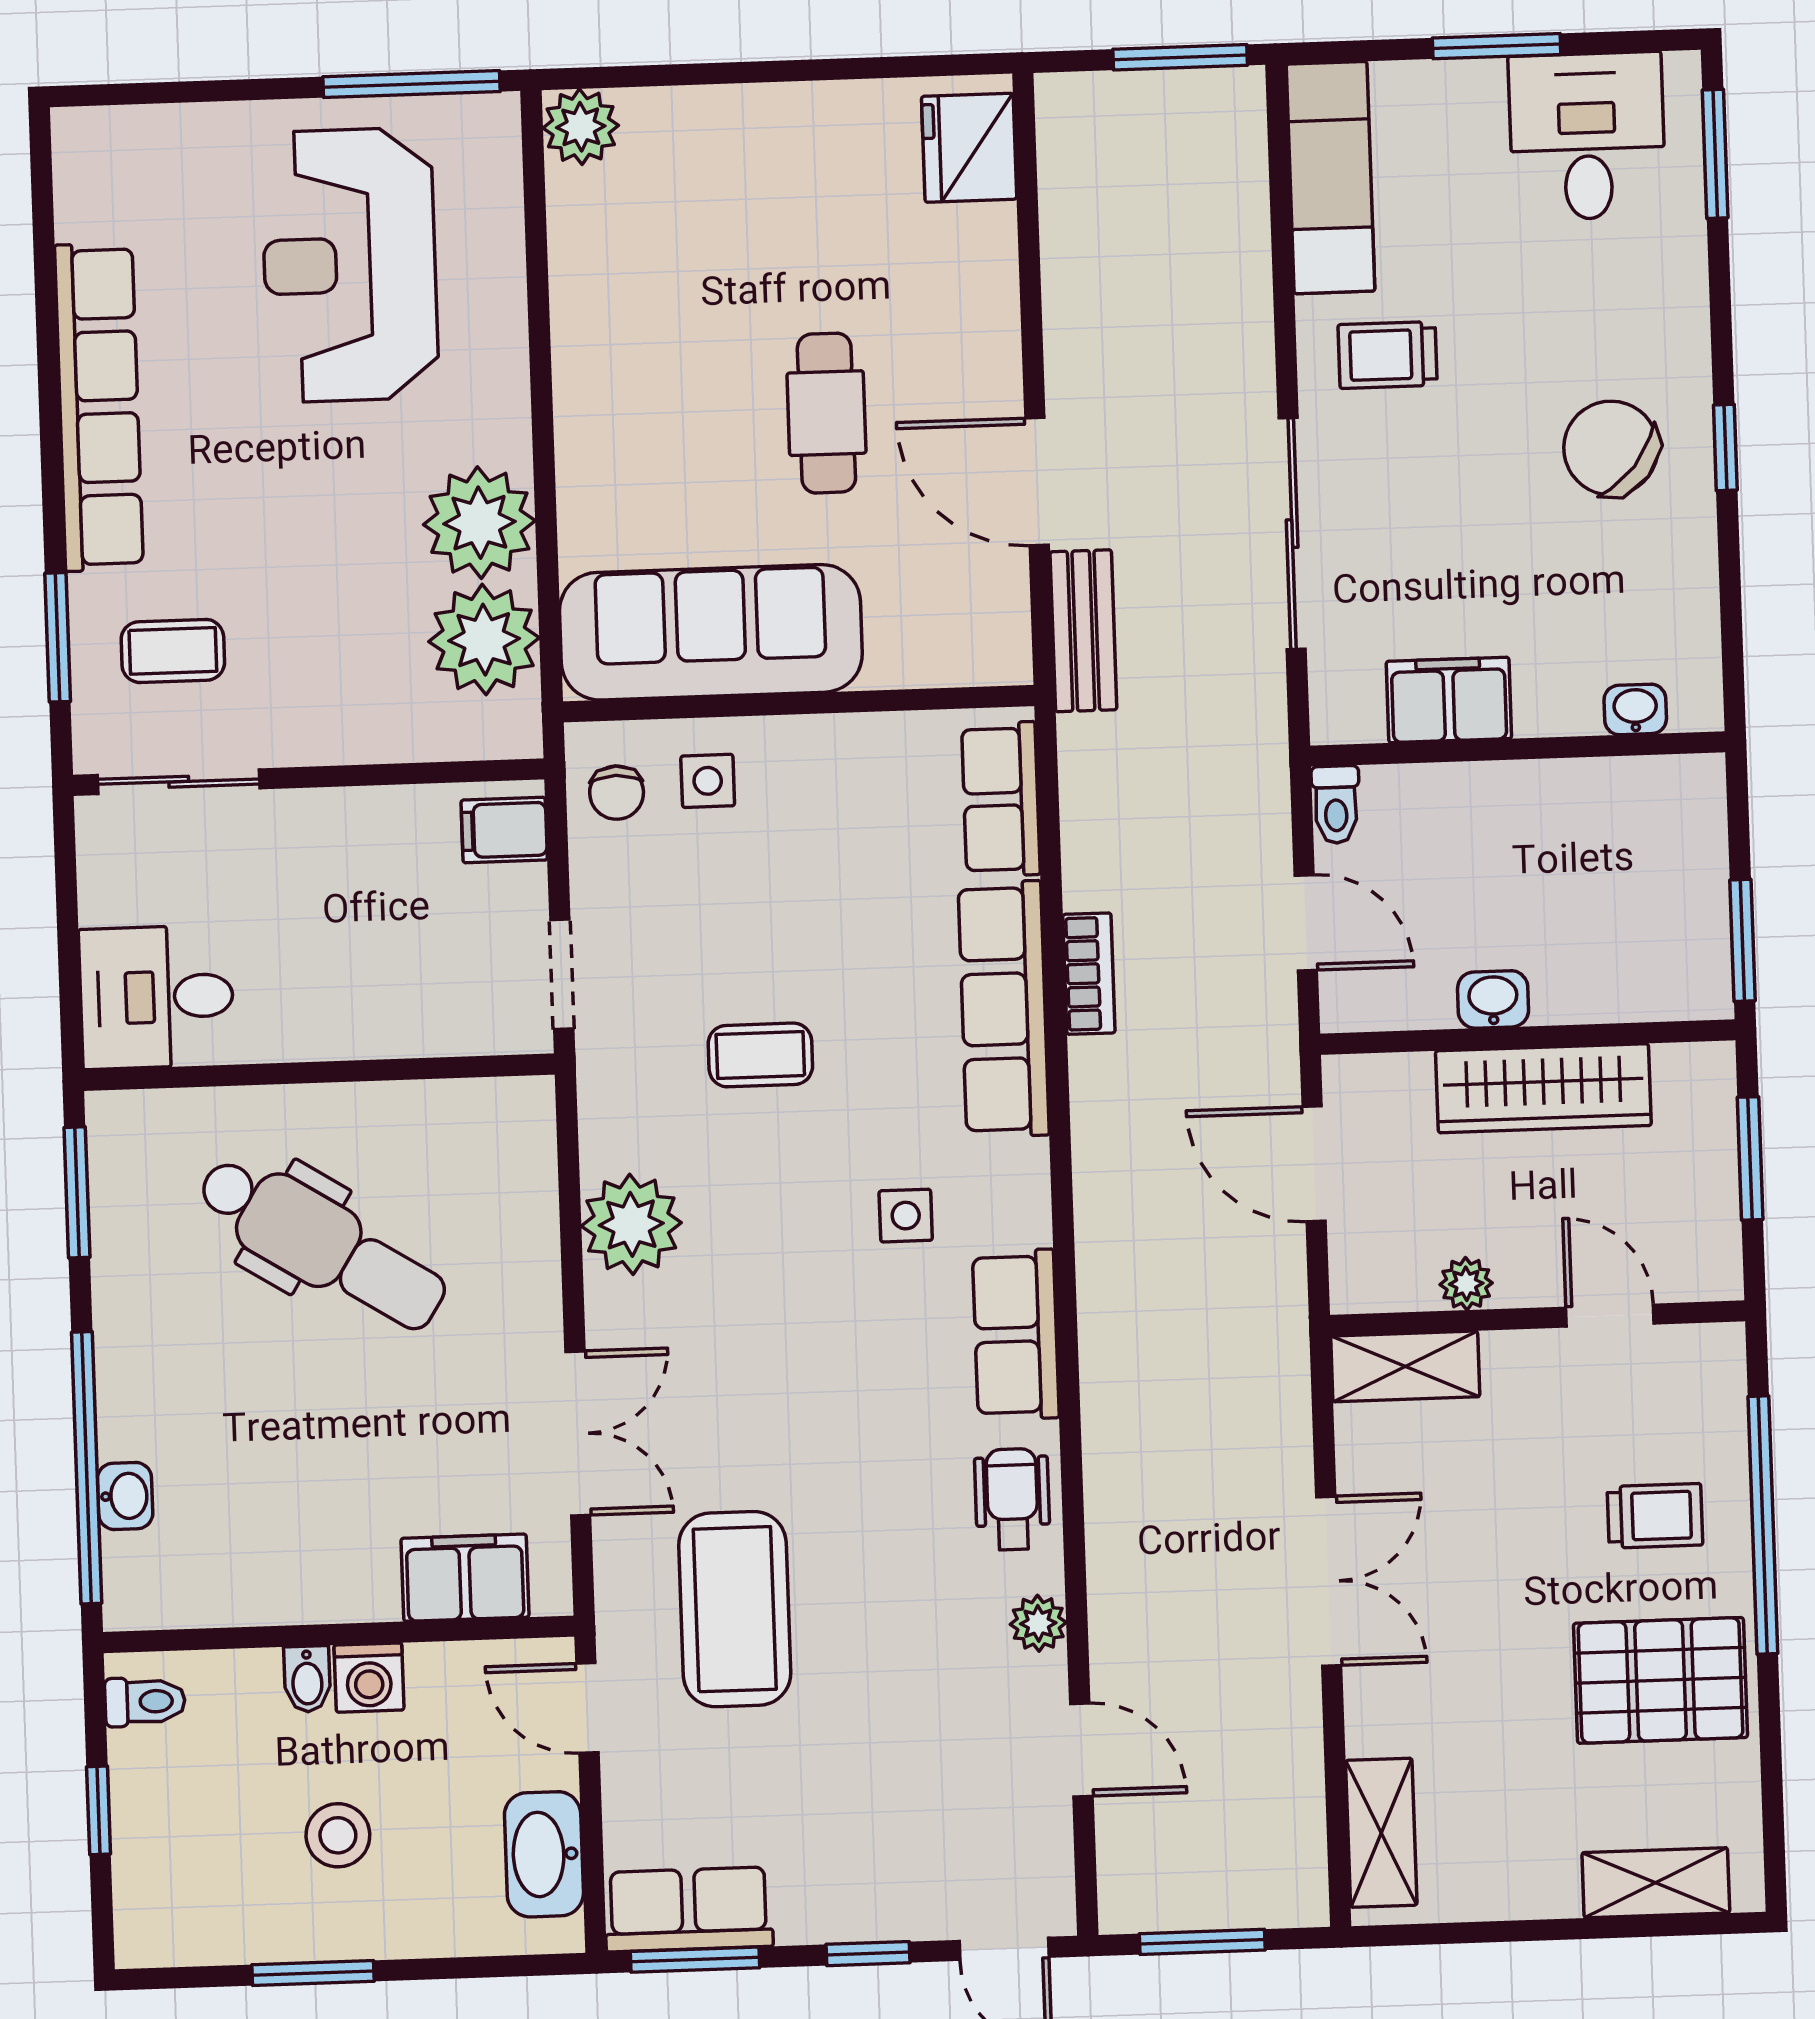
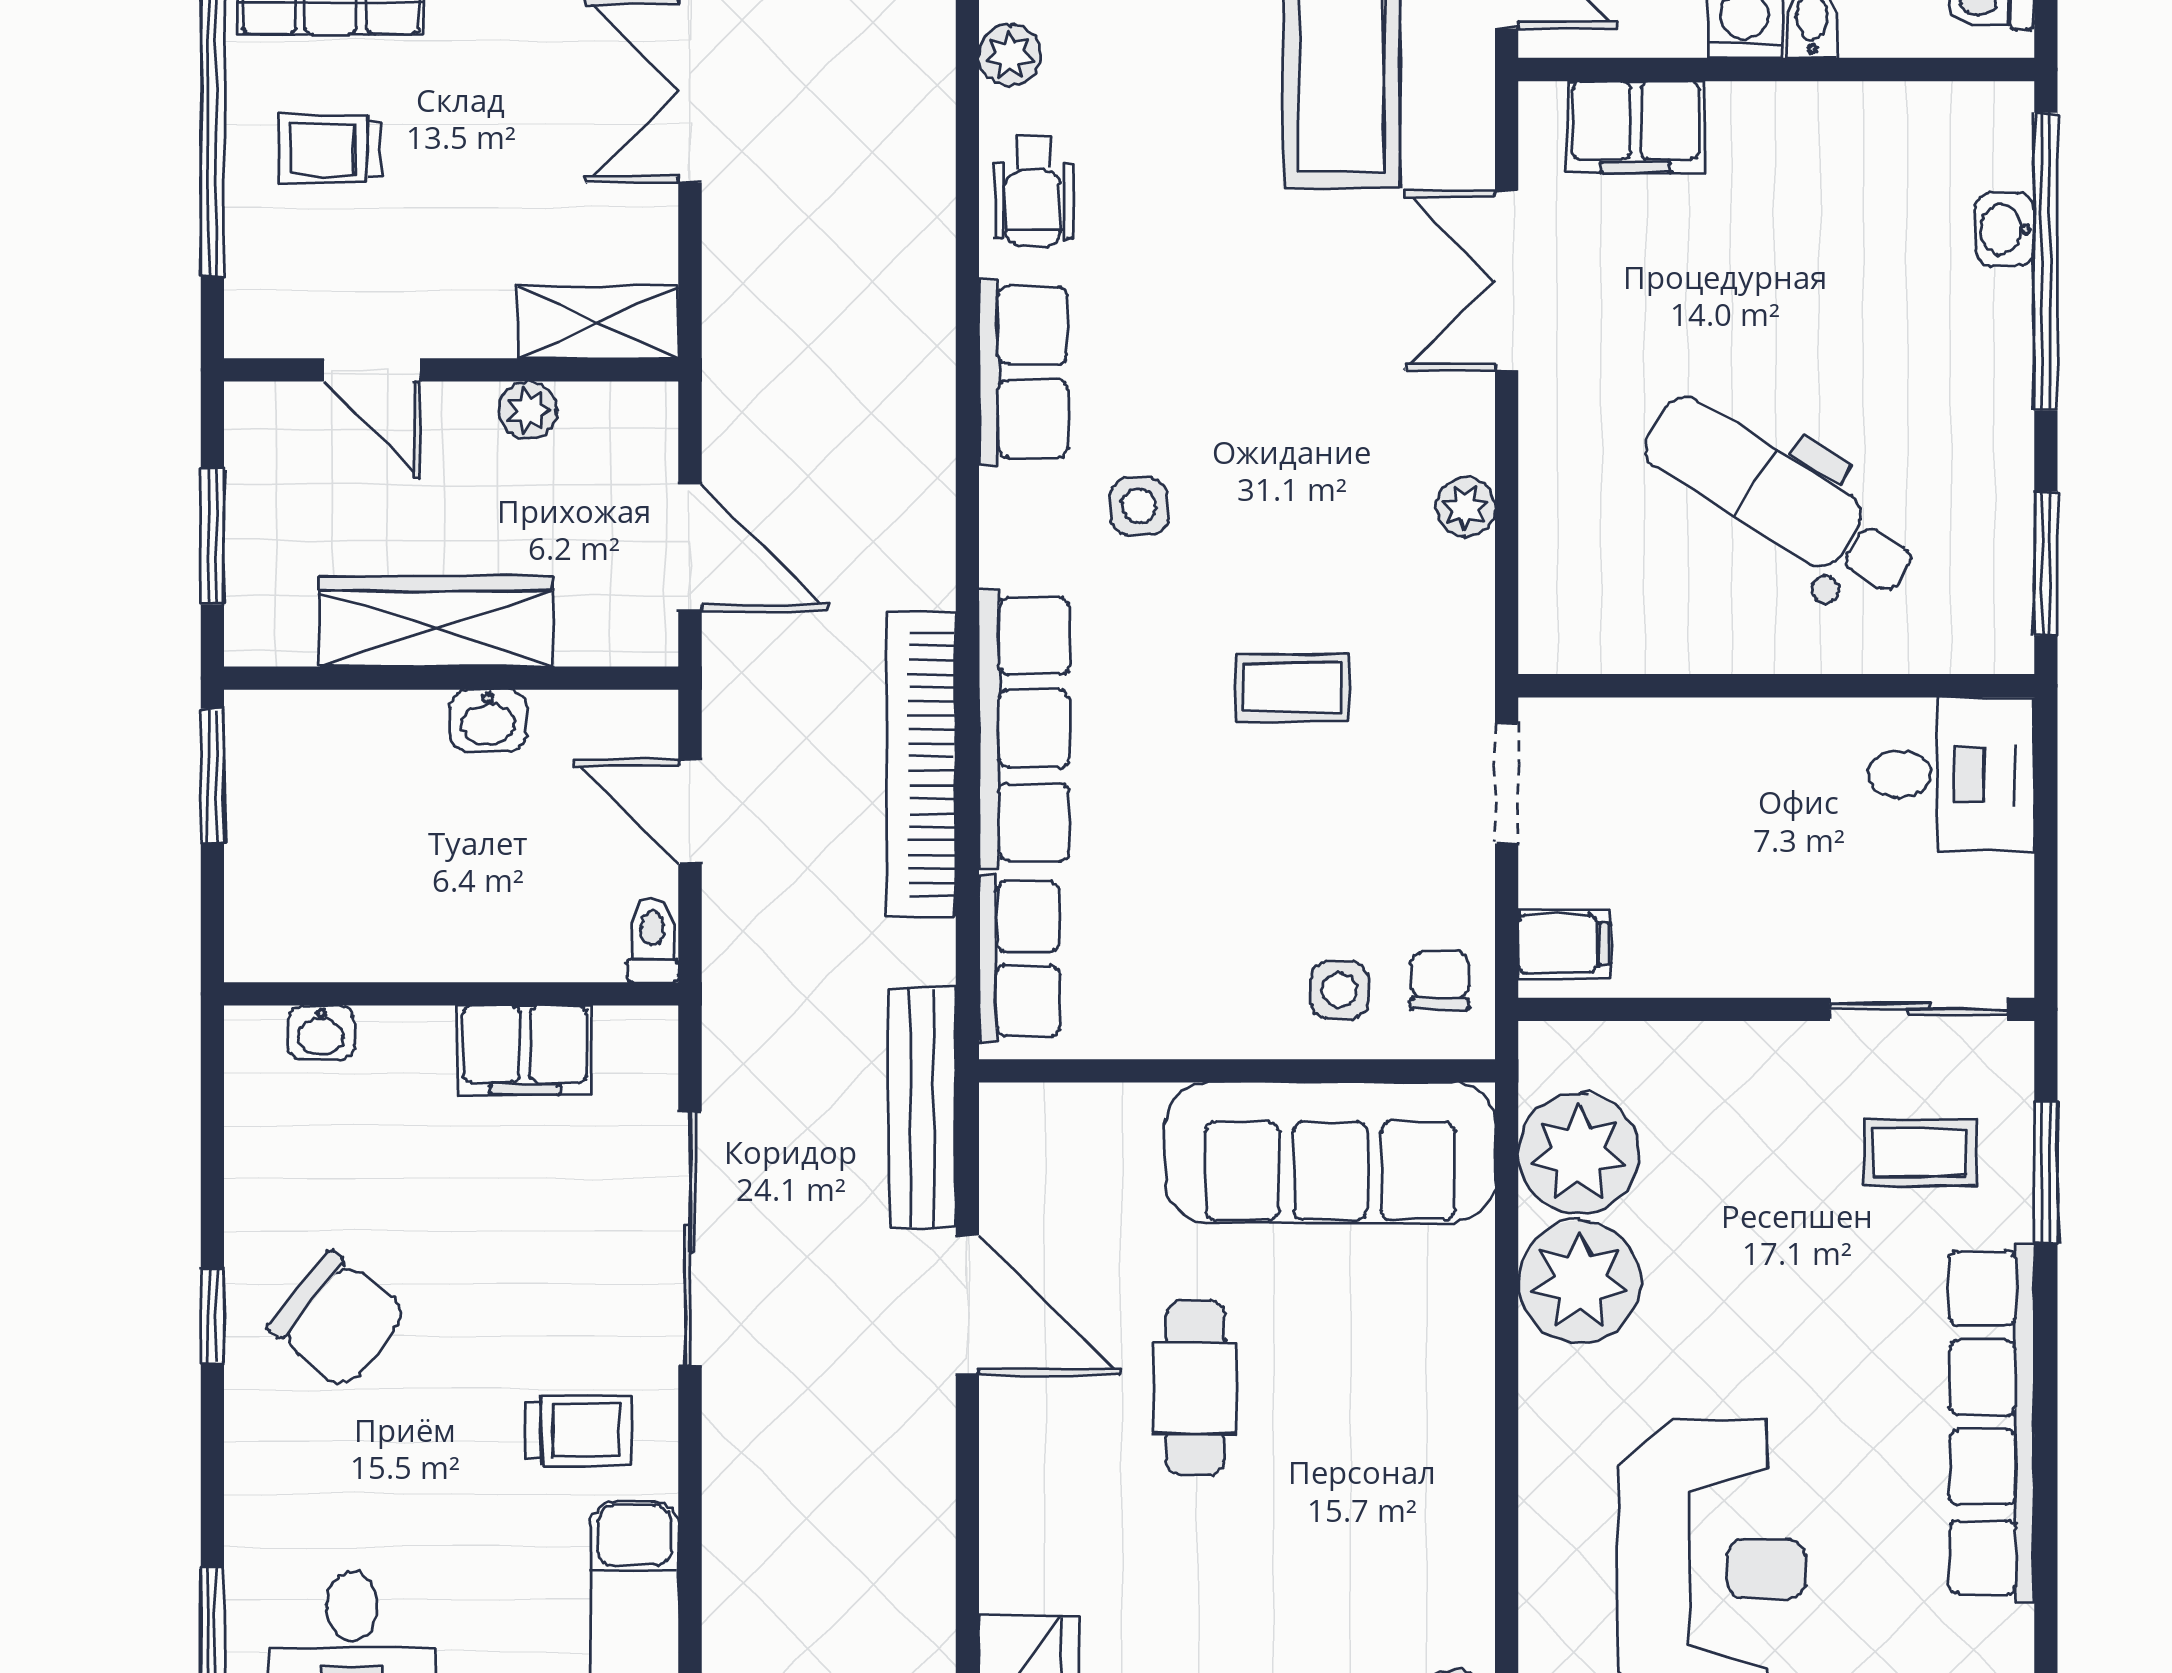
bench: (1083, 631) -> (922, 1108), width x1.36
bookcase: (1089, 974) -> (921, 764), width x2.31, depth x1.31
plant: (631, 1224) -> (1466, 507), width x0.53, depth x0.53

